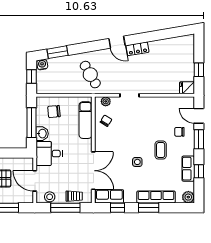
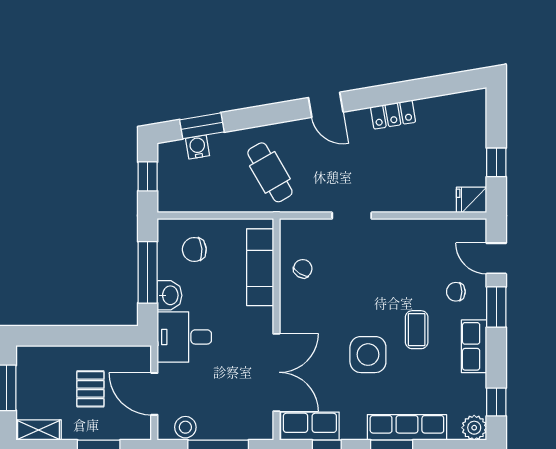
locker: (137, 49) -> (393, 115), moved
water cooler: (42, 65) -> (198, 147), moved
plant: (106, 101) -> (302, 228), removed
side table: (137, 162) -> (368, 355), width x1.87, depth x1.87
row of seats: (188, 169) -> (474, 346), moved
window: (199, 171) -> (496, 402), moved
trolley: (74, 196) -> (236, 426), removed

